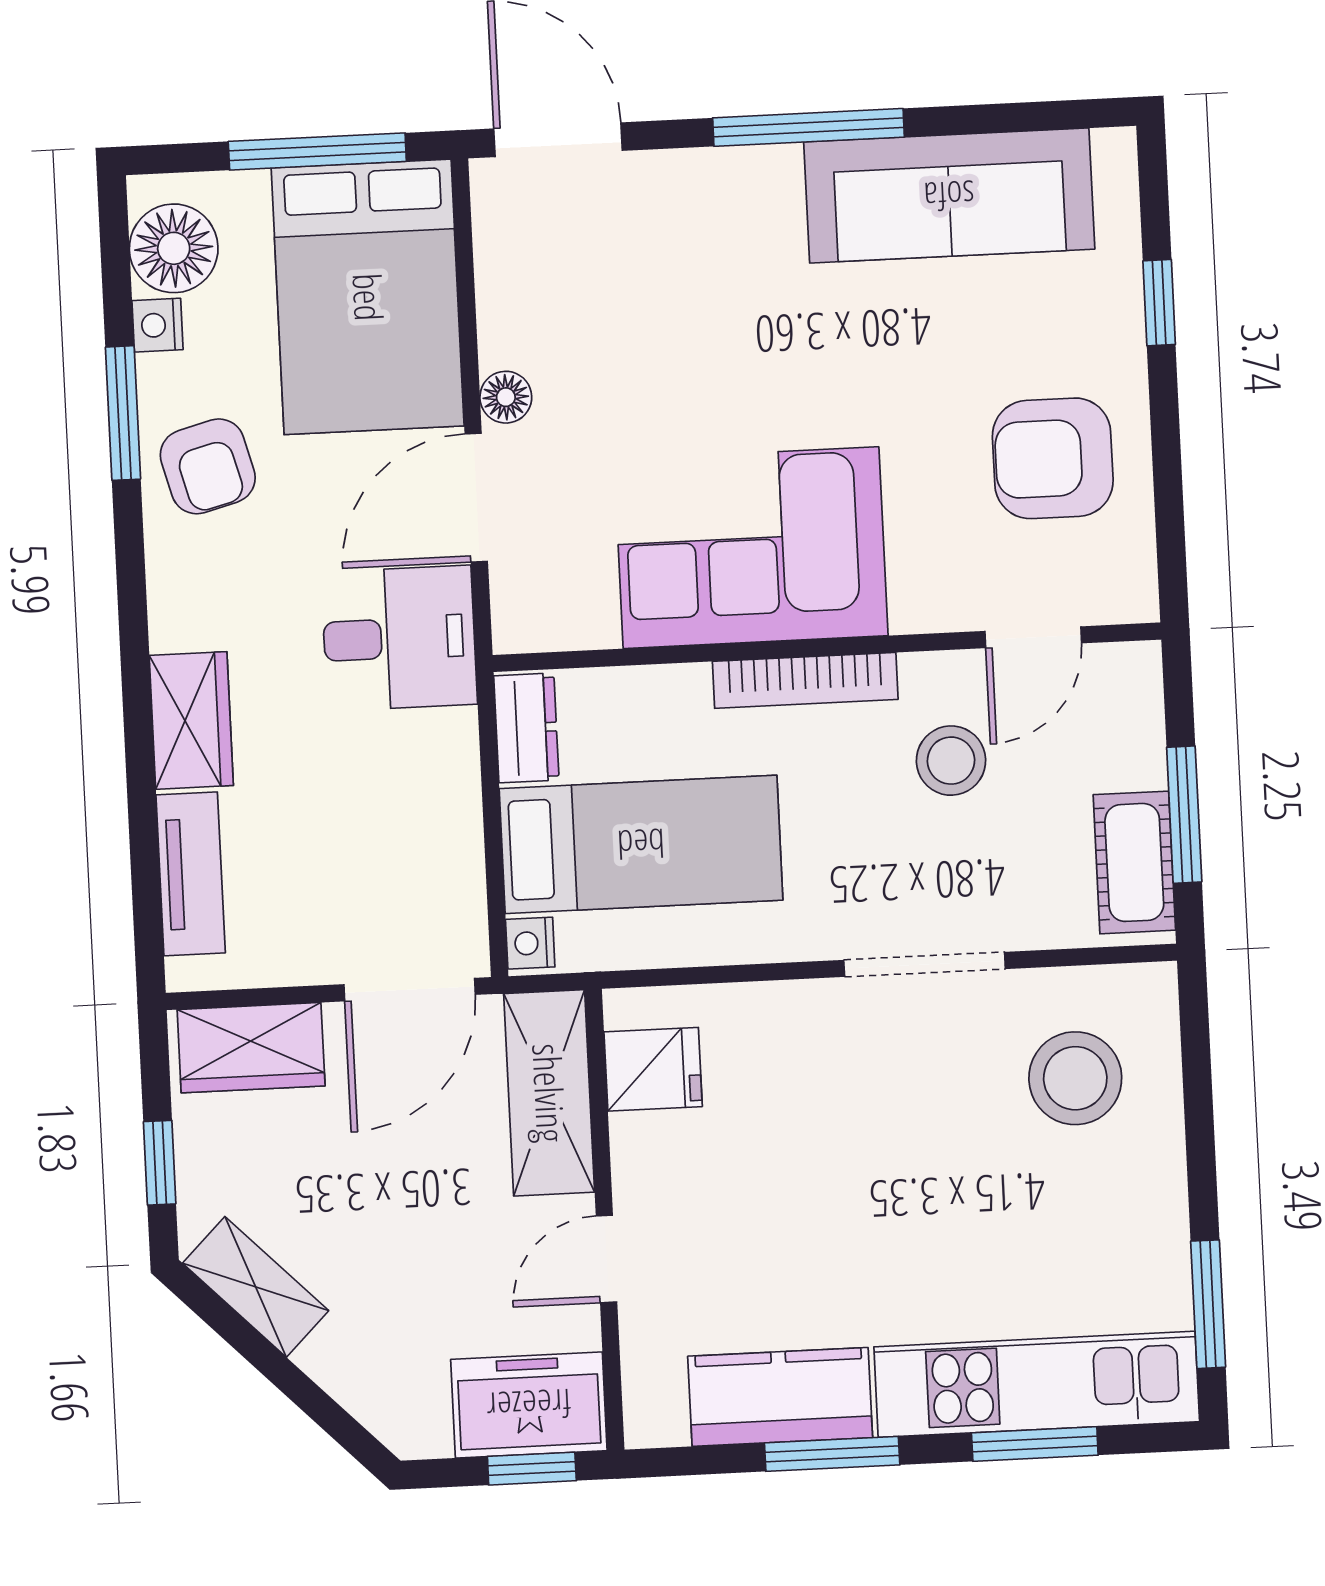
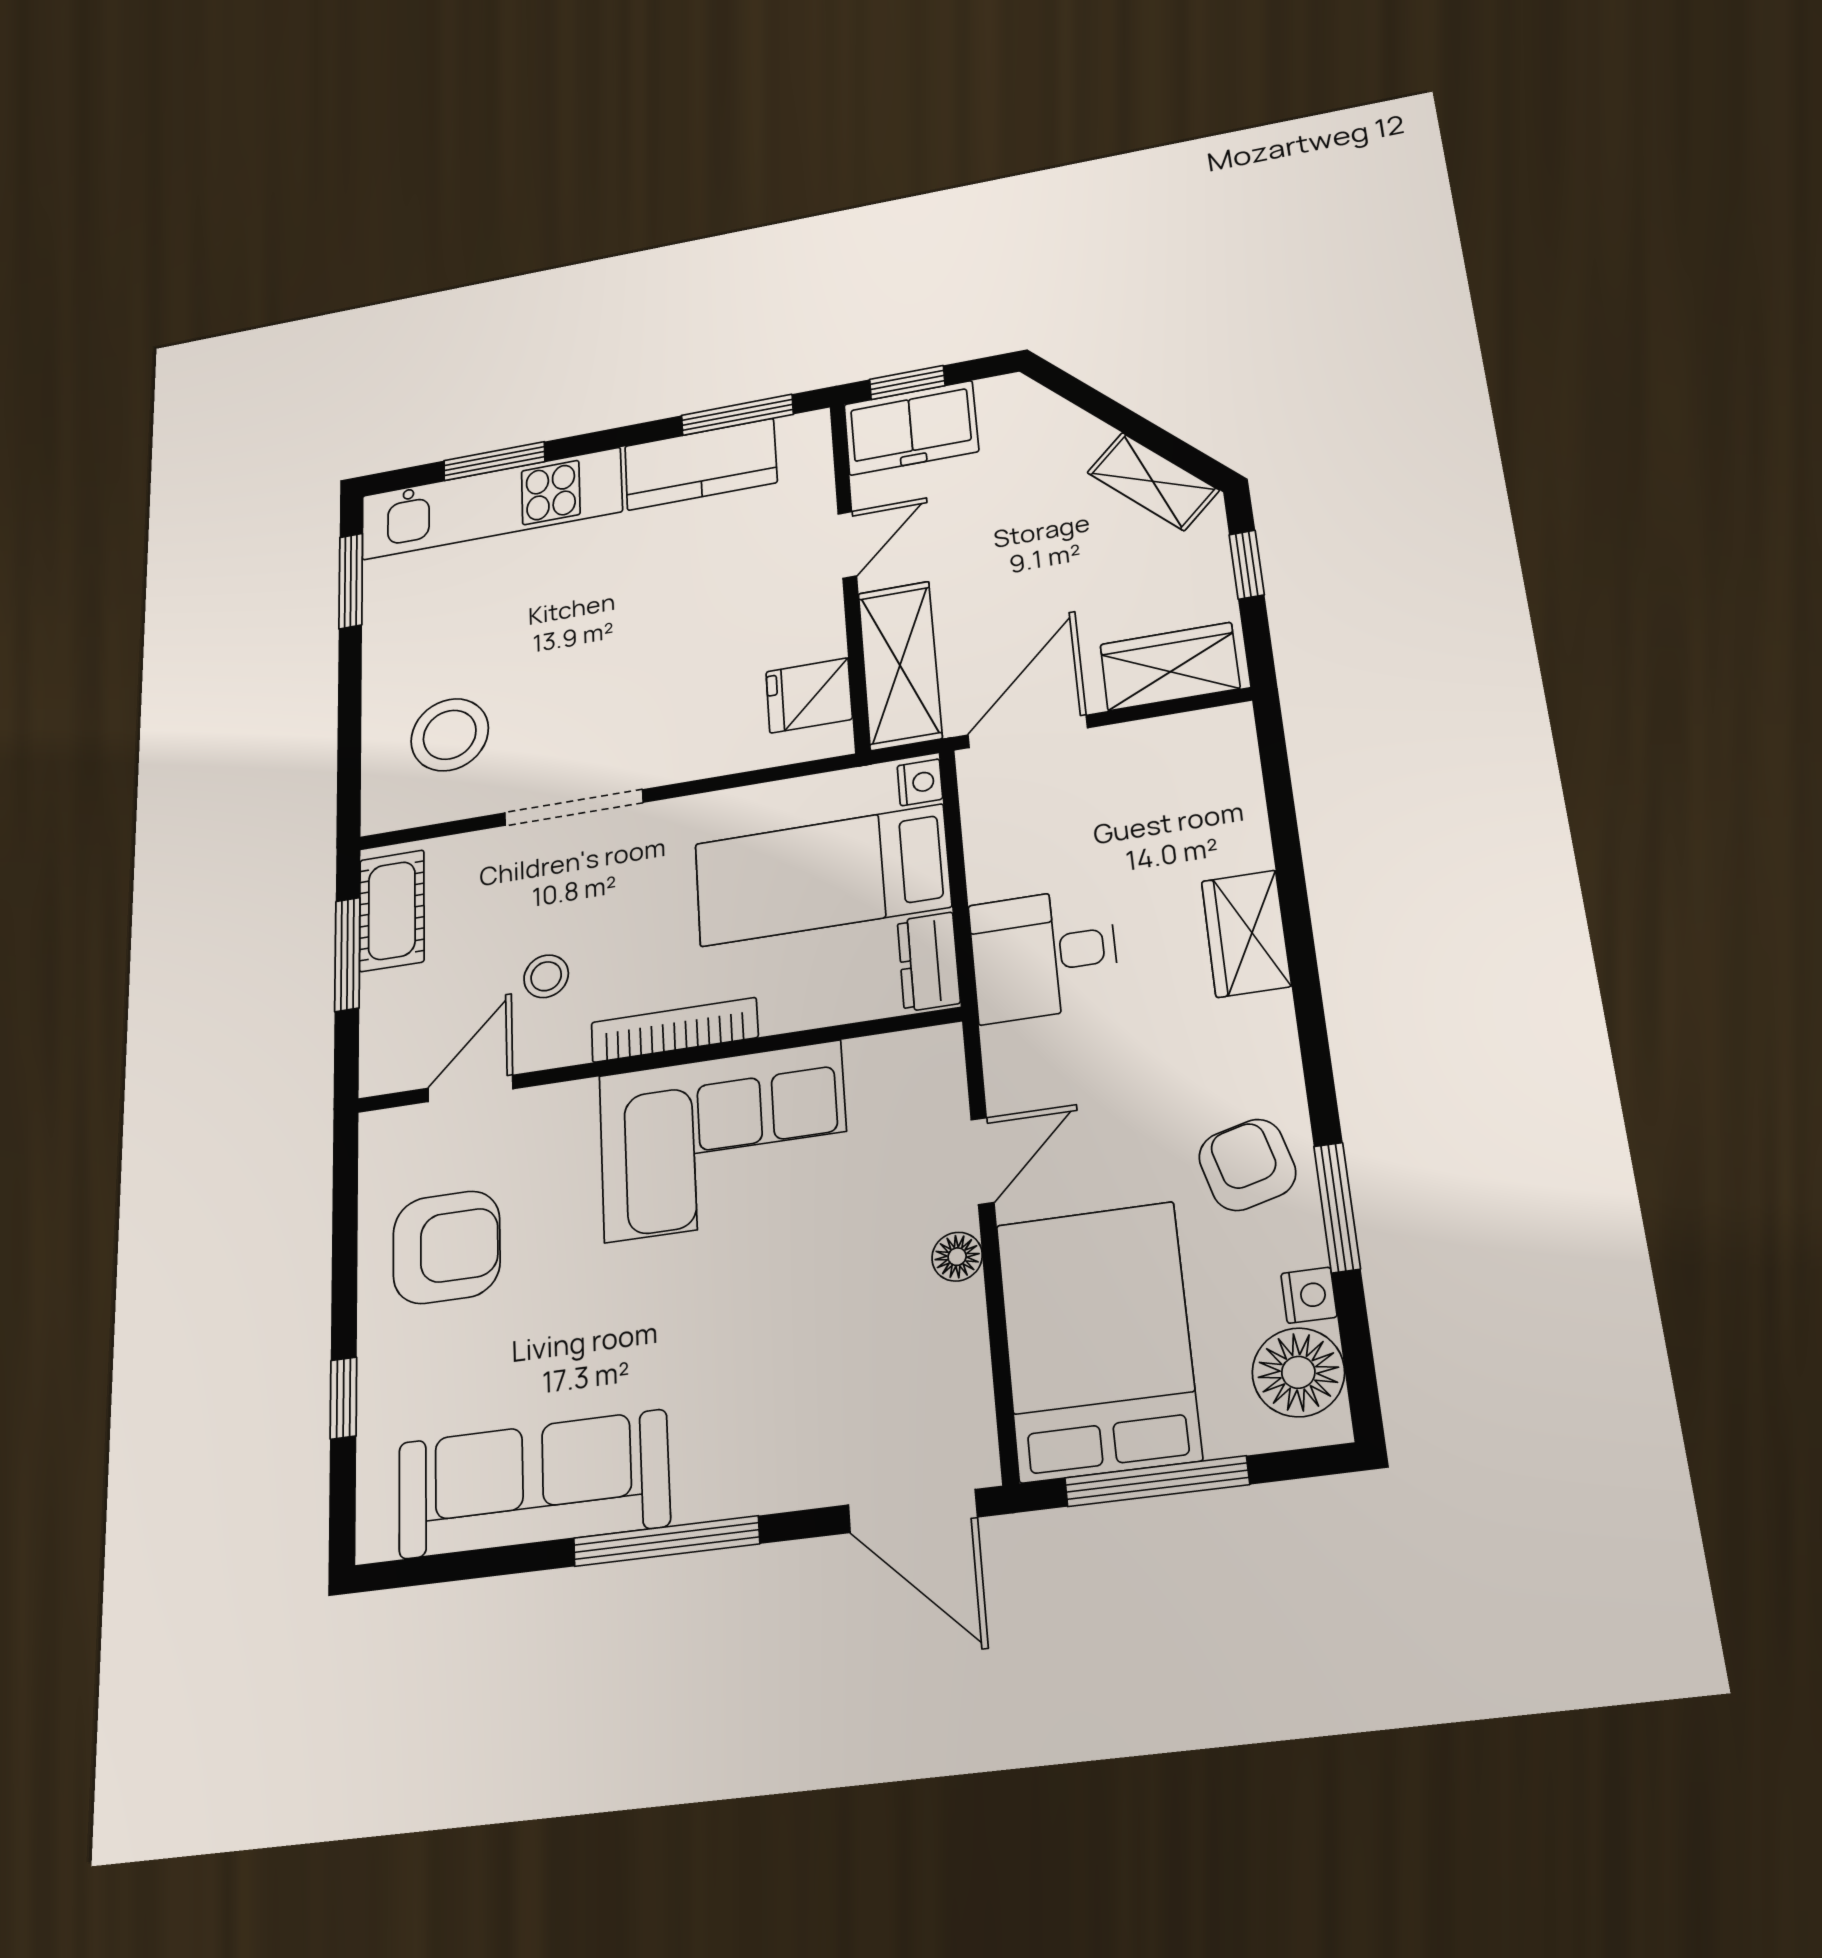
door: (476, 498) -> (982, 1161), width x0.73
desk: (399, 638) -> (1044, 955), moved
stool: (951, 761) -> (546, 976), width x0.73, depth x0.73
tv unit: (191, 874) -> (1236, 802), removed
window: (832, 1454) -> (737, 415), moved

